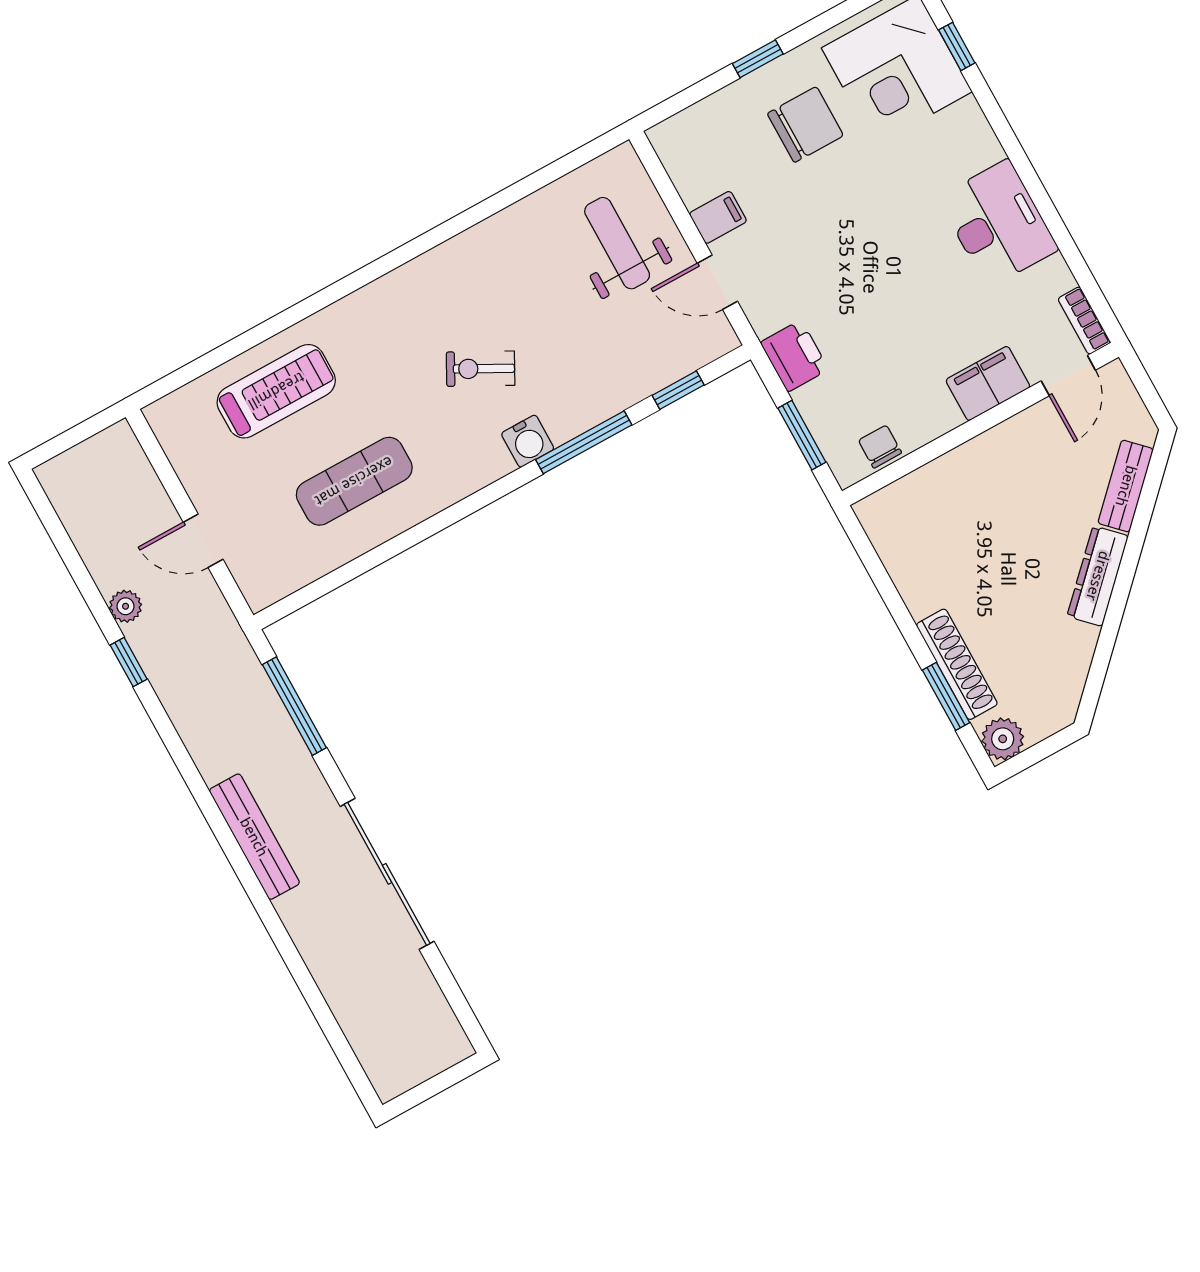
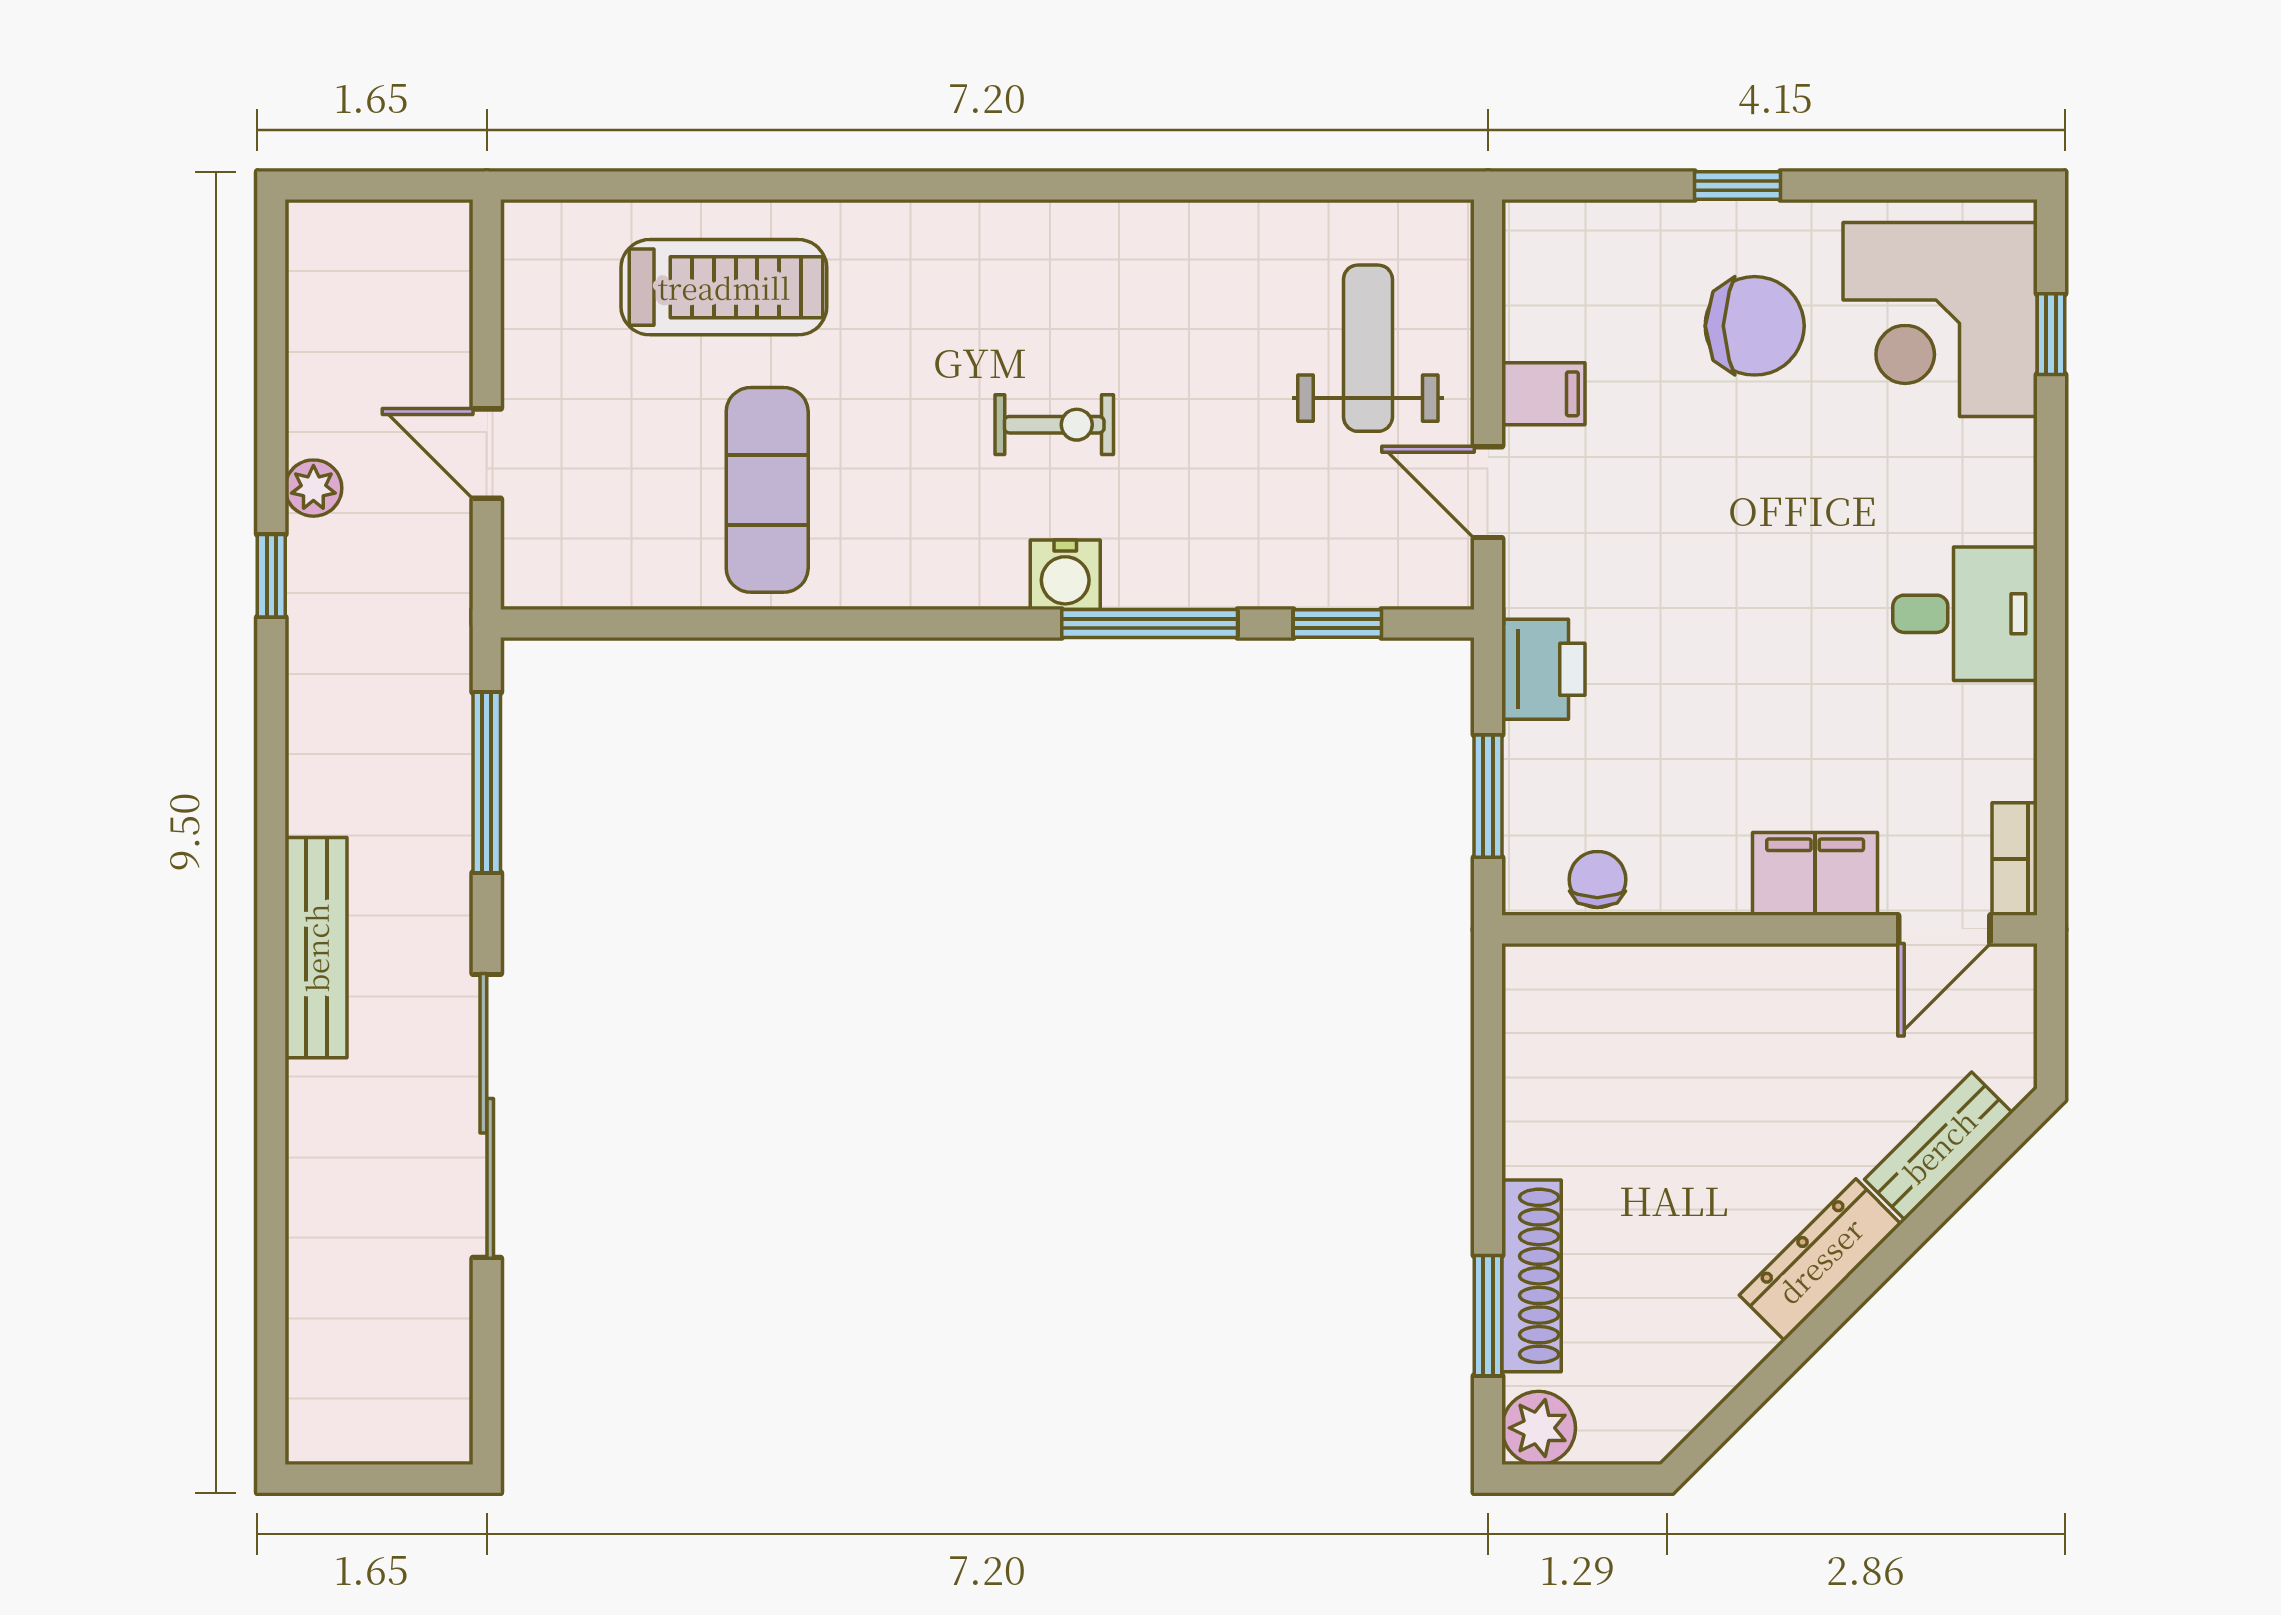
desk: (998, 223) -> (1965, 614), width x0.73
exercise bike: (481, 369) -> (1054, 425), turned 152
exercise mat: (354, 481) -> (767, 490), turned 90

